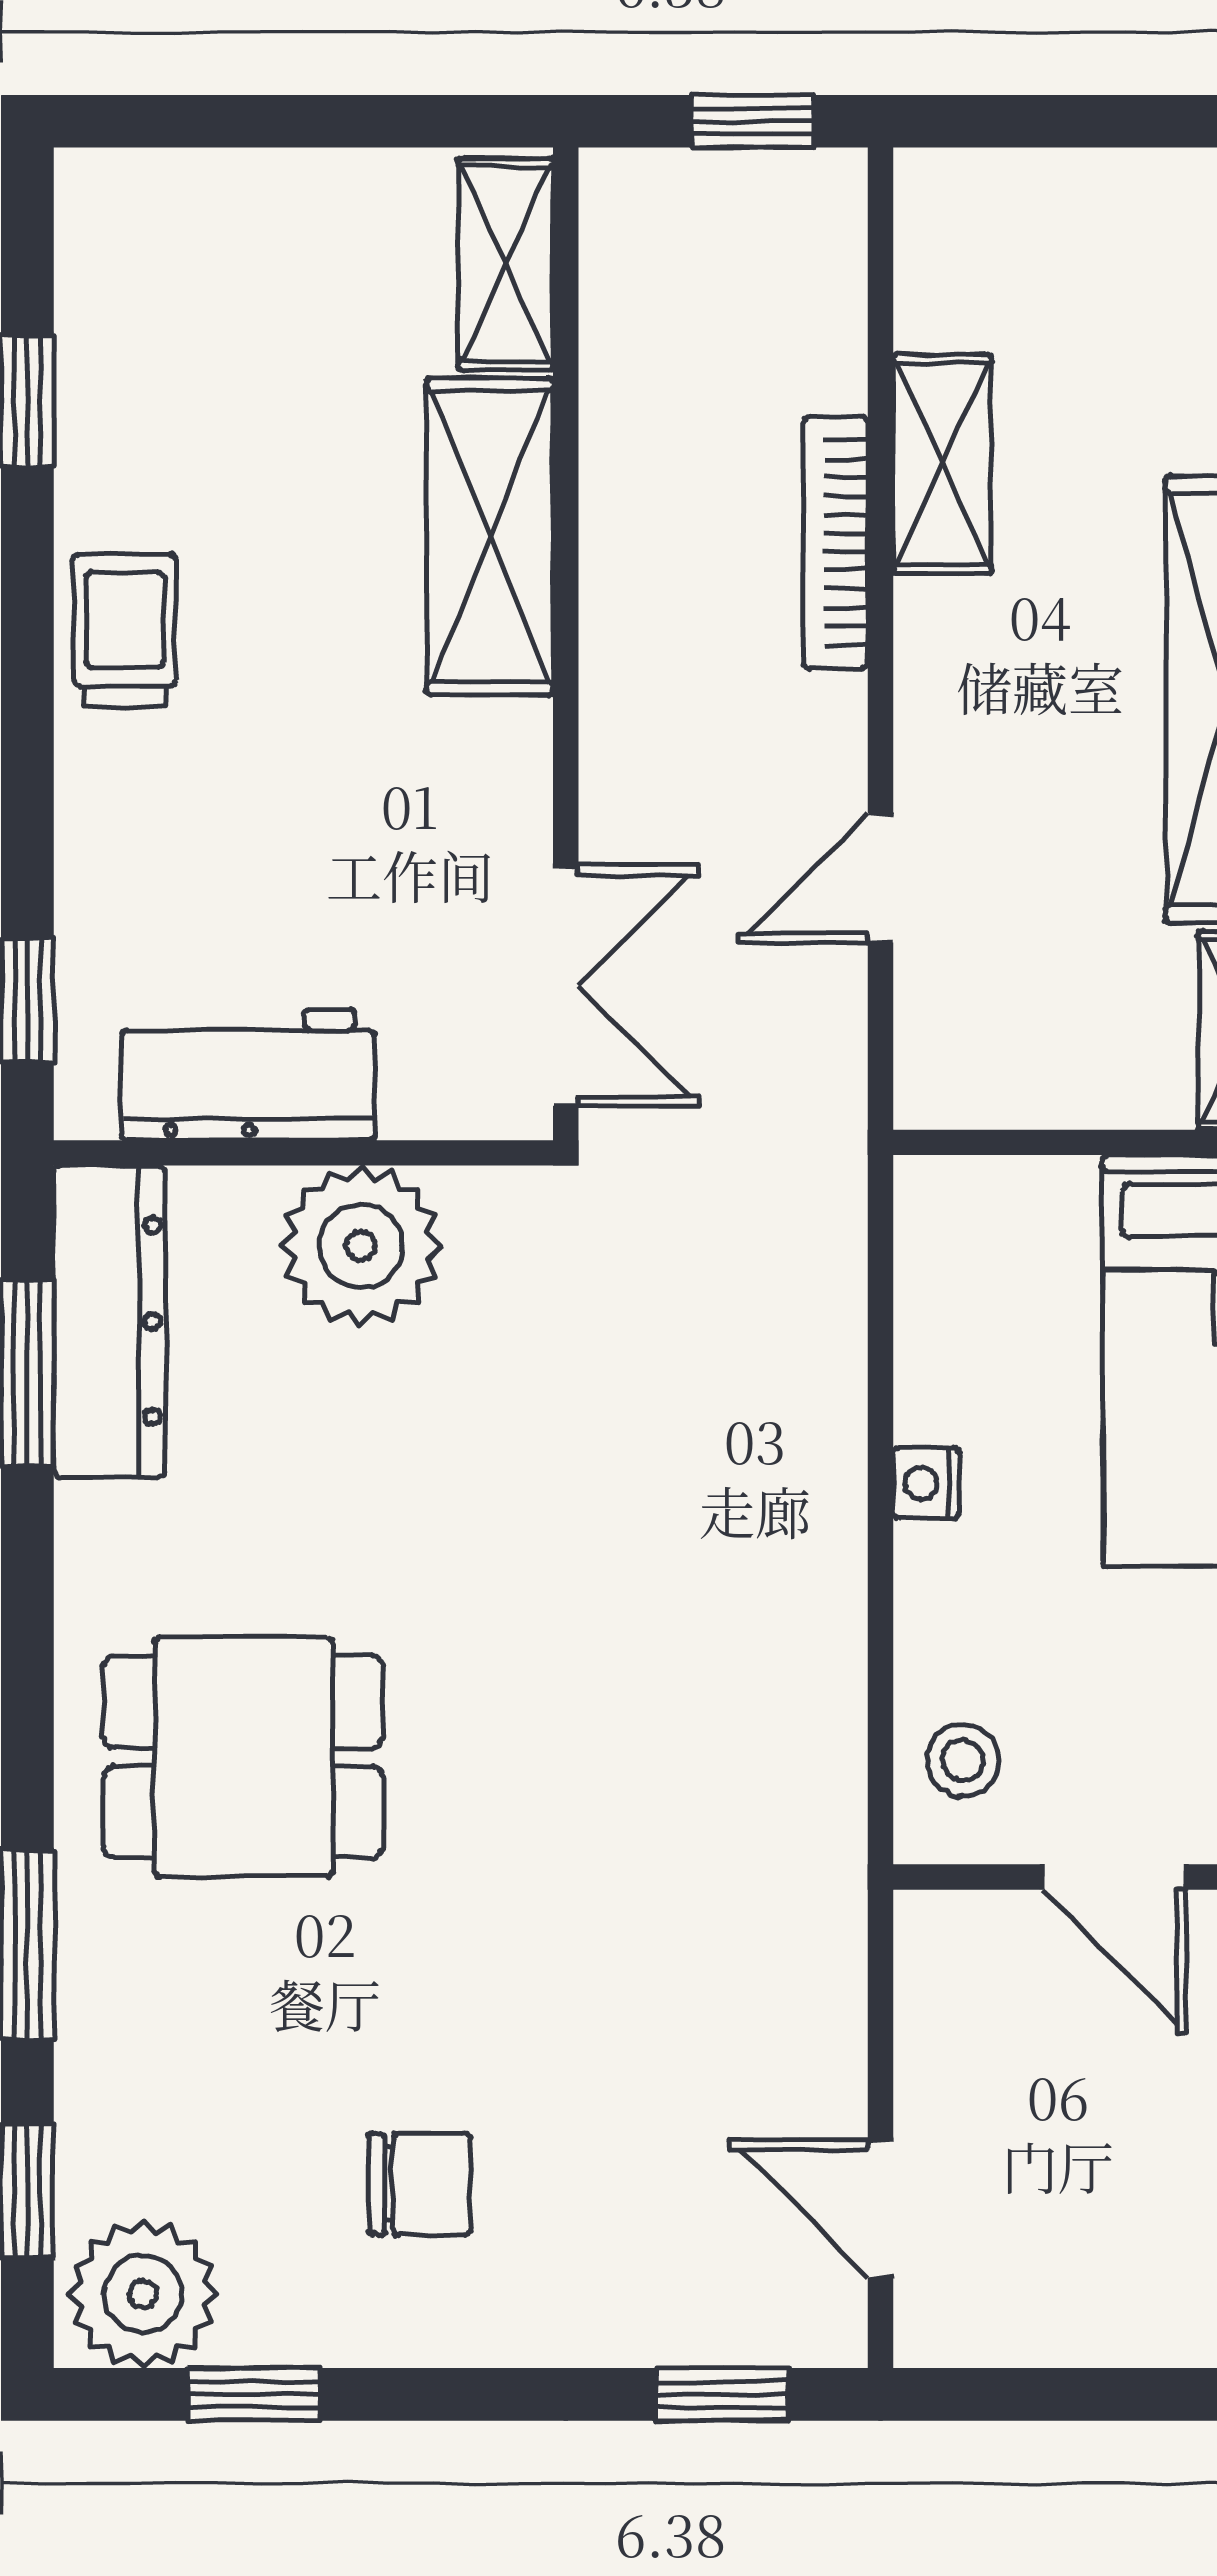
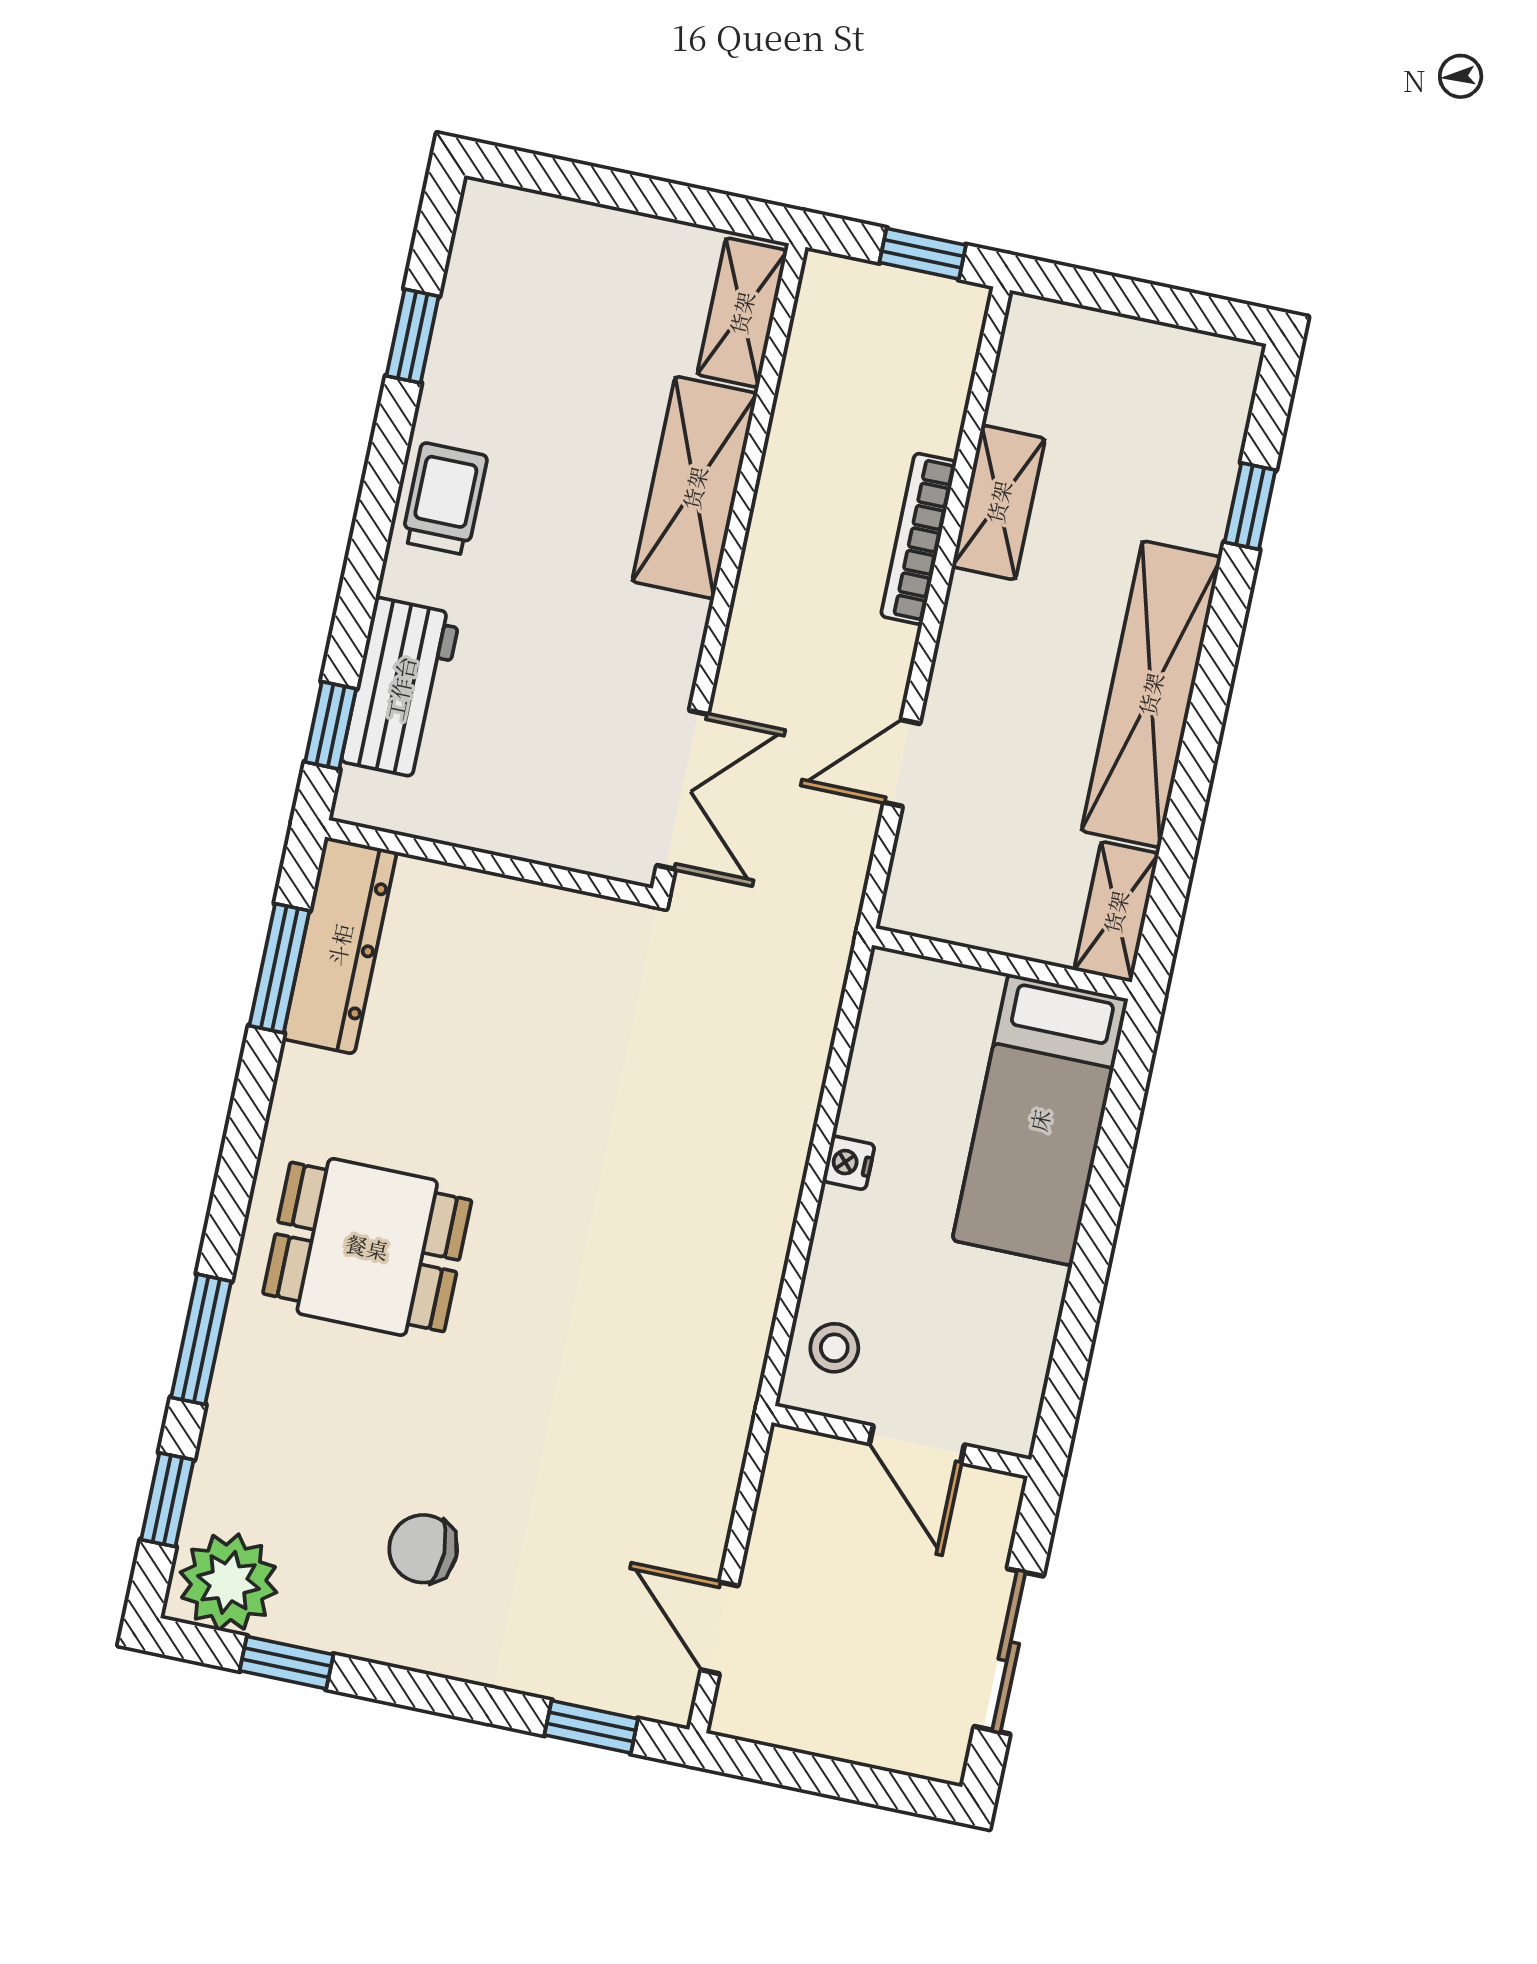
workbench: (248, 1075) -> (401, 688), moved, turned 90
plant: (361, 1246) -> (514, 931), removed
chair: (419, 2184) -> (423, 1549), turned 180

